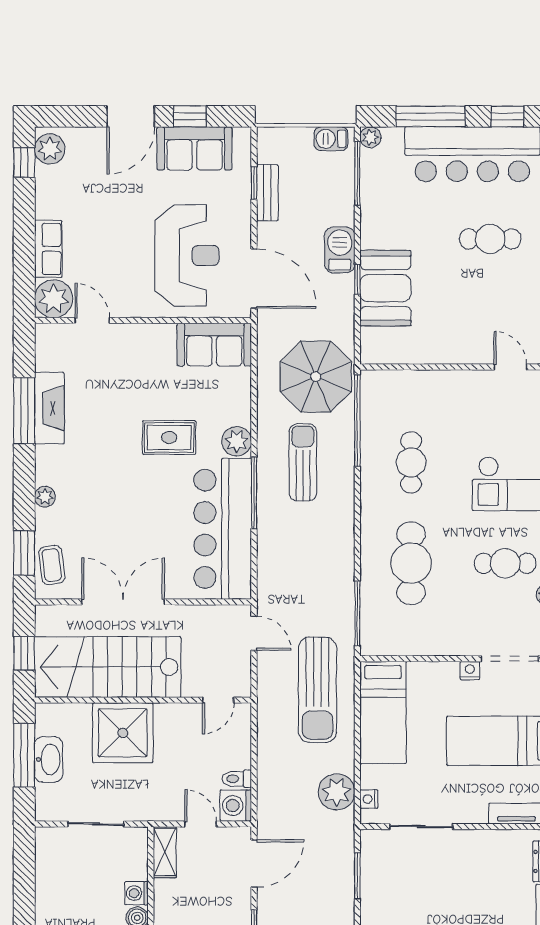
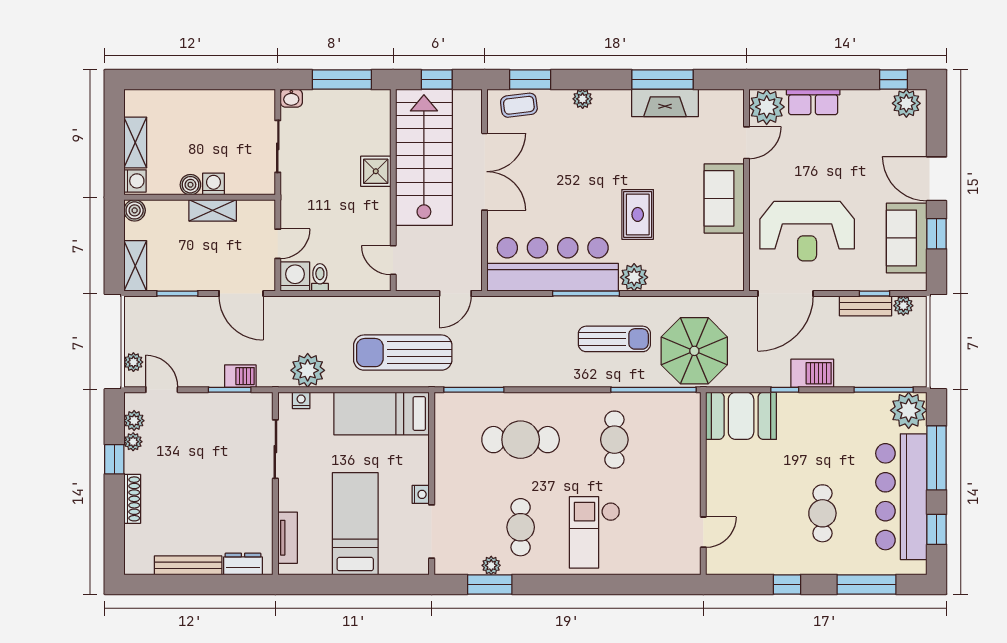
plant: (370, 137) -> (909, 410), width x1.88, depth x1.88
barbecue: (331, 139) -> (240, 376), moved, turned 90
plant: (267, 152) -> (903, 306), added
booth: (385, 288) -> (741, 416), moved
sofa: (214, 345) -> (724, 198), moved
cafe table: (411, 462) -> (614, 440), turned 90
shower: (123, 733) -> (376, 171), width x0.54, depth x0.54
washbasin: (48, 759) -> (291, 98), moved, width x0.52, depth x0.69
shelving: (165, 852) -> (213, 210), moved

